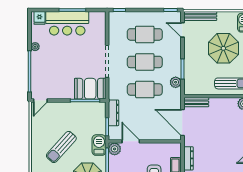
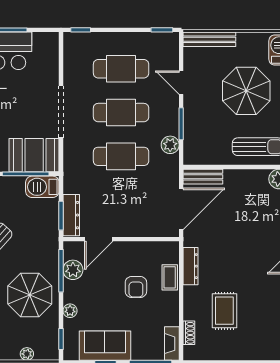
door: (182, 30) -> (181, 83), moved
dresser: (113, 113) -> (71, 215), moved
door: (182, 122) -> (181, 209), swing flipped
door: (131, 141) -> (99, 239), swing flipped
barbecue: (99, 145) -> (42, 187), moved, turned -90
plant: (115, 149) -> (73, 270), moved

